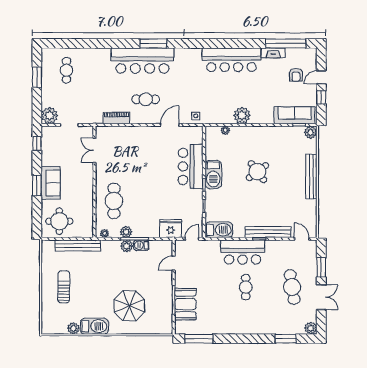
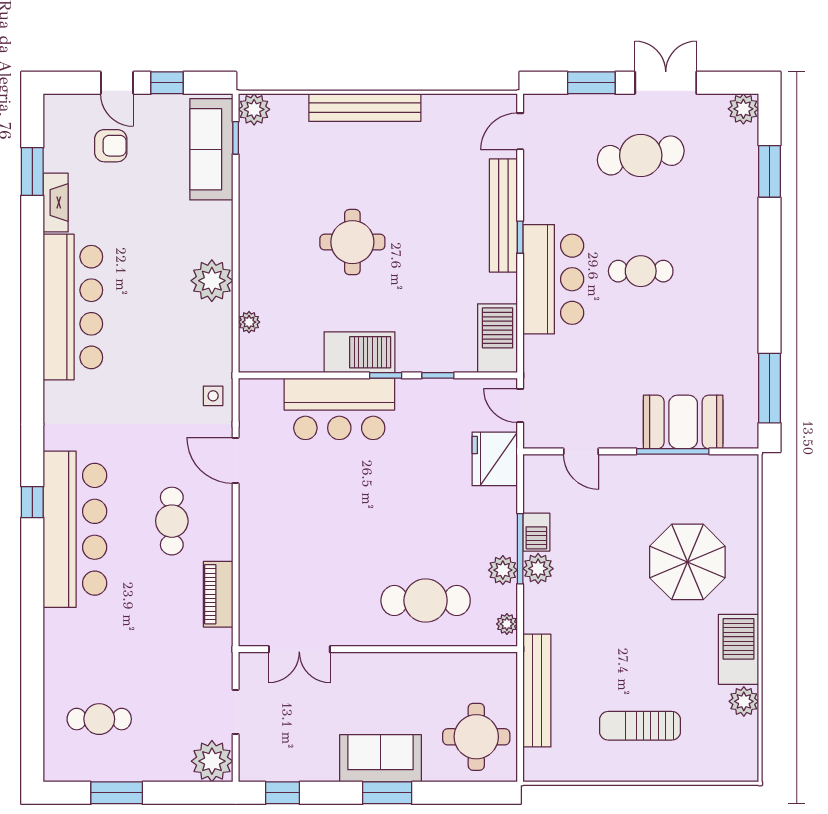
window: (153, 43) -> (32, 502), width x0.46
window: (286, 43) -> (32, 172), width x0.47
round table: (257, 172) -> (352, 242), turned 37

